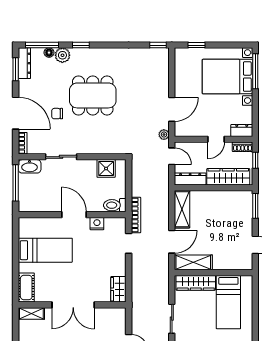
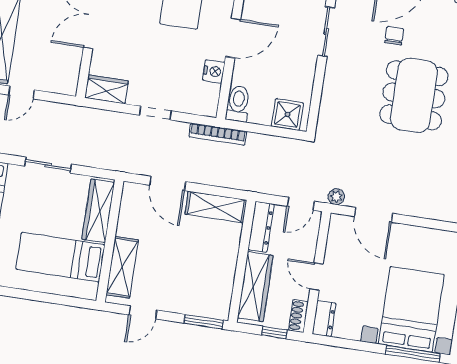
shower: (106, 168) -> (287, 115), moved
doorway: (129, 243) -> (155, 113), moved
shelving: (193, 262) -> (122, 267), moved

